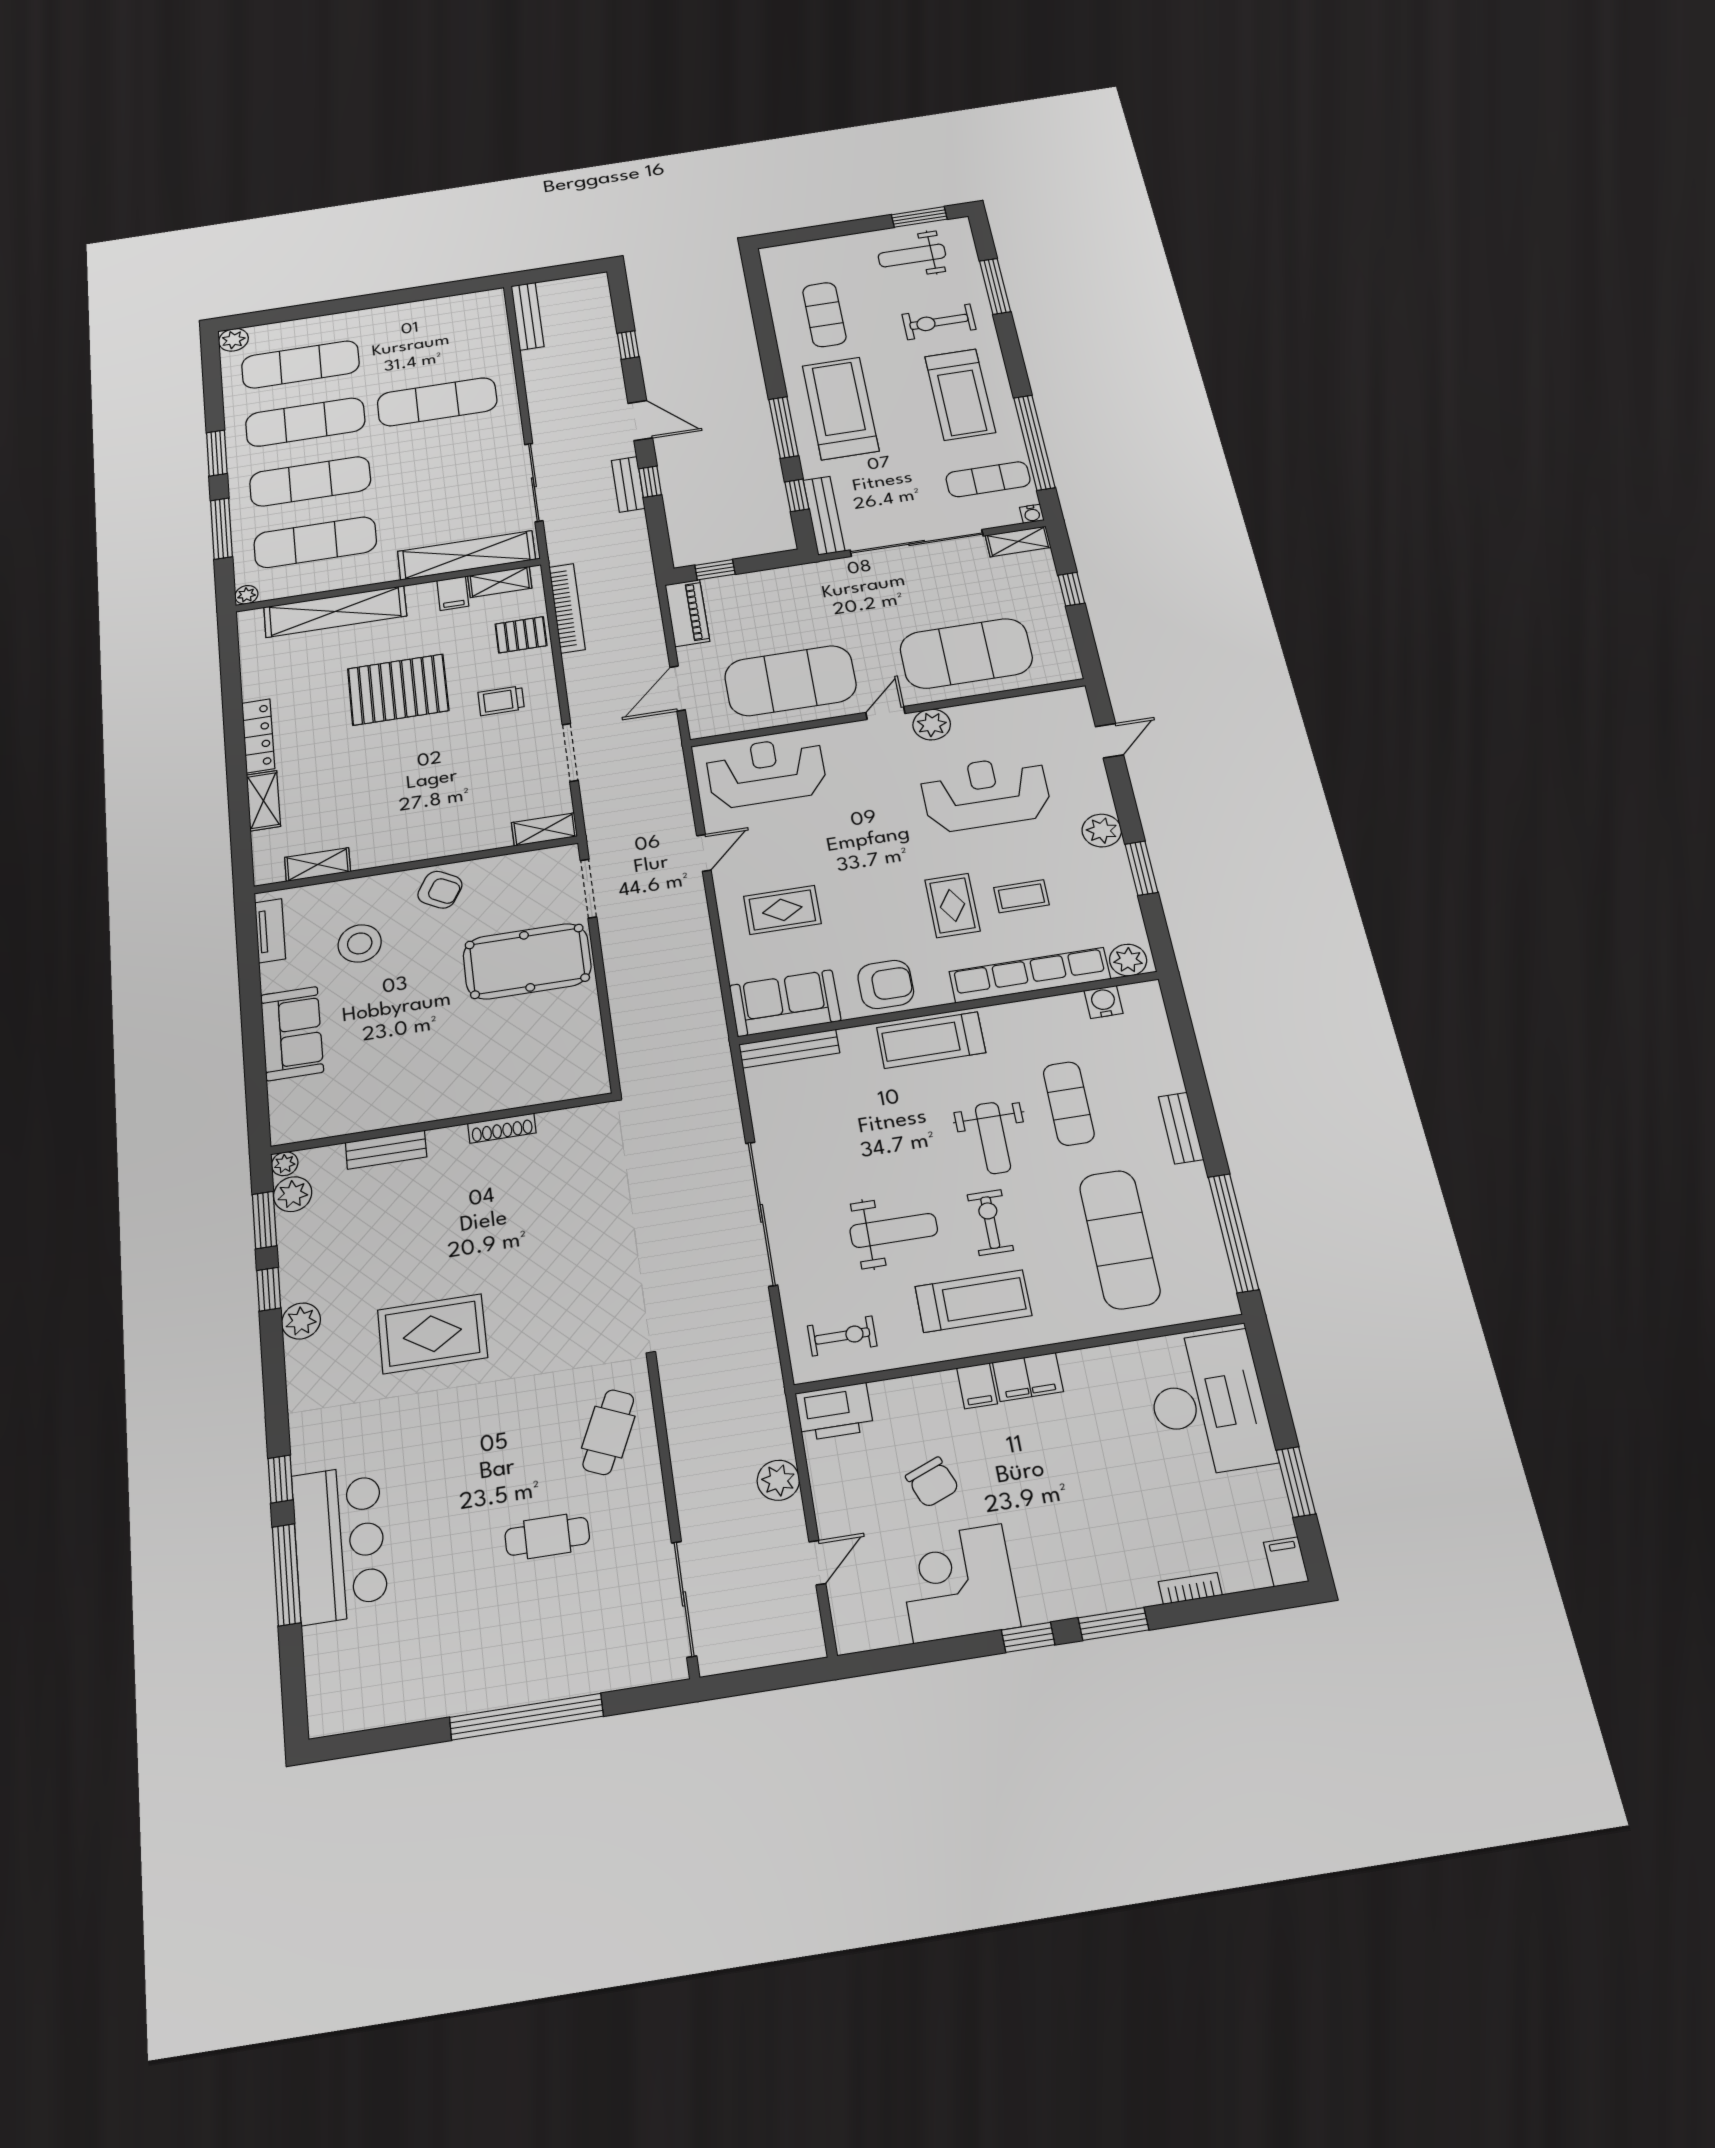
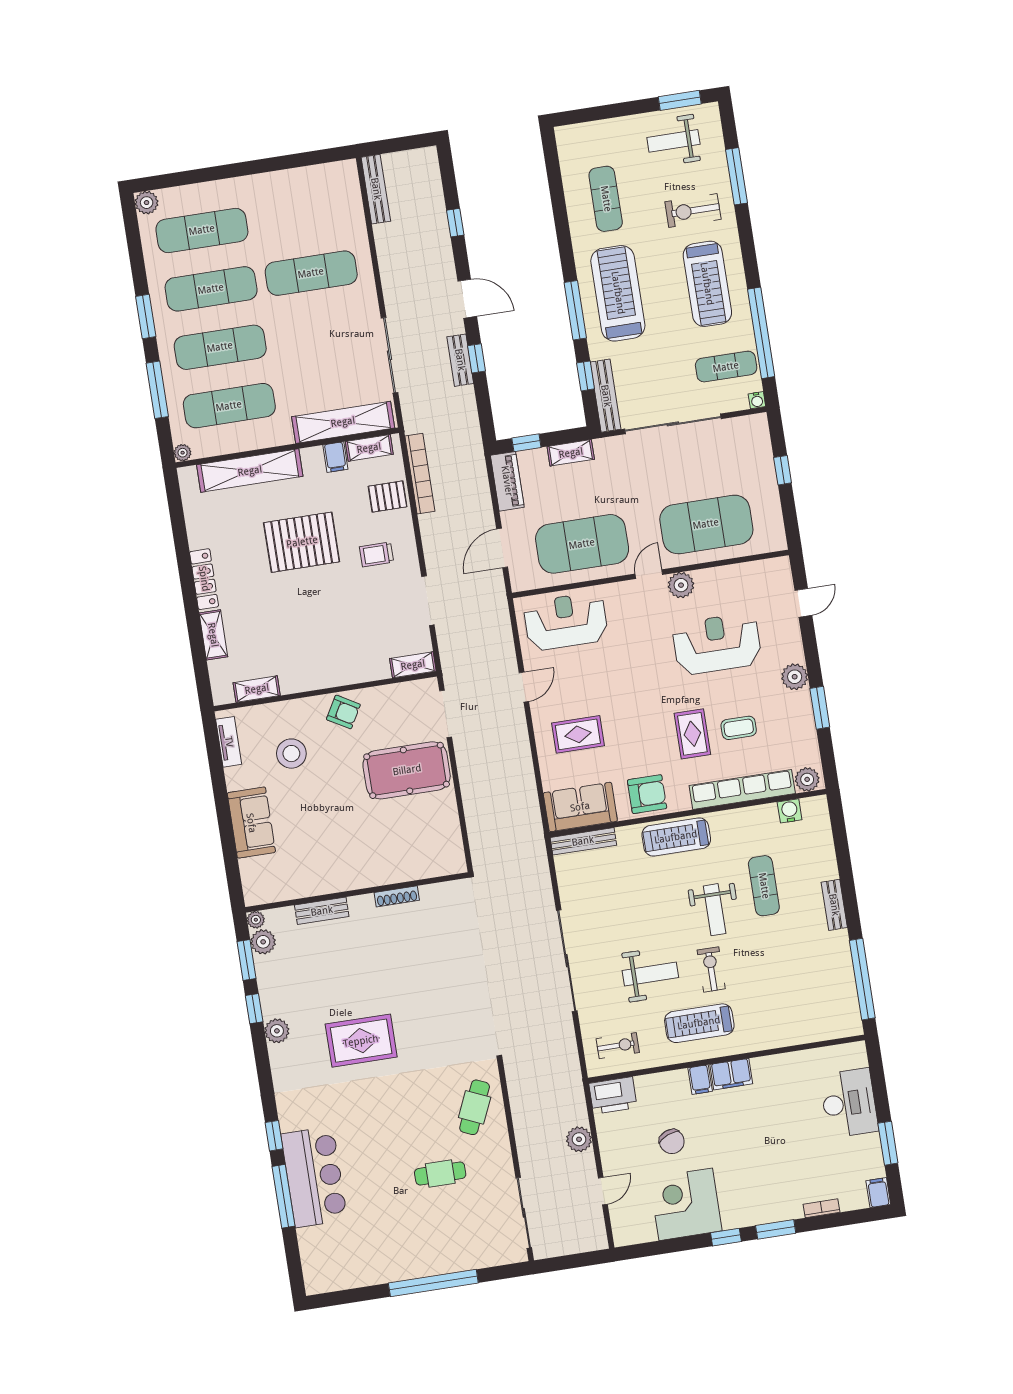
shelving: (1018, 541) -> (571, 453), moved
exercise mat: (1120, 1239) -> (792, 982), removed
treadmill: (973, 1301) -> (699, 1023), turned 180
desk: (1209, 1403) -> (849, 1103), width x0.73, depth x0.77

